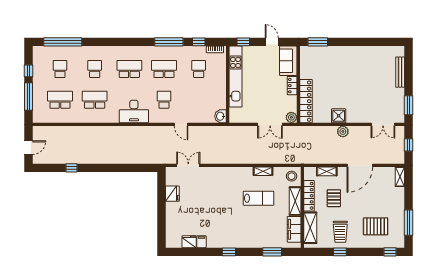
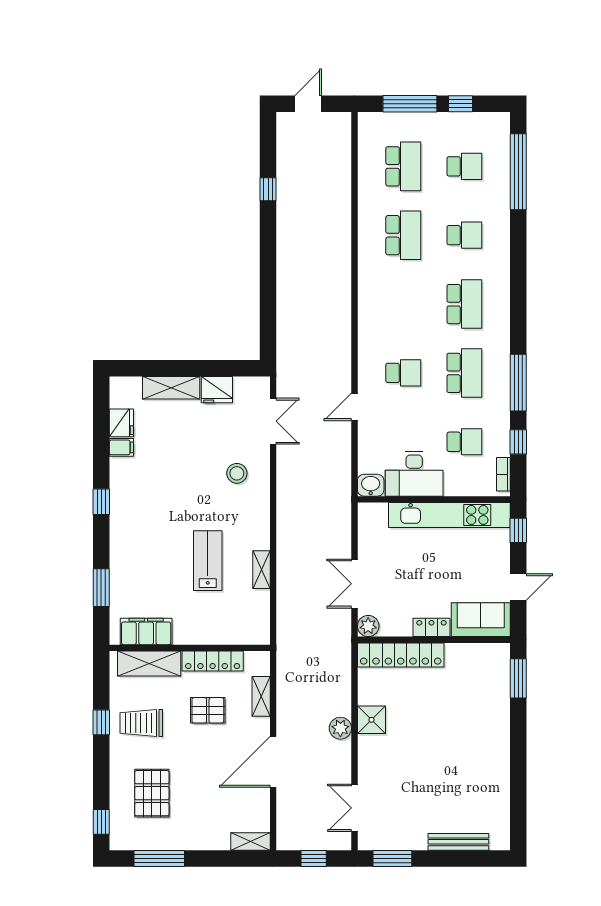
desk: (134, 111) -> (414, 474), moved, turned -90
door: (28, 148) -> (308, 104), swing flipped
door: (360, 165) -> (273, 762), hinge flipped
stool: (292, 176) -> (237, 473), moved
lab bench: (258, 198) -> (208, 561), turned 180
shelving: (295, 201) -> (171, 388), moved

